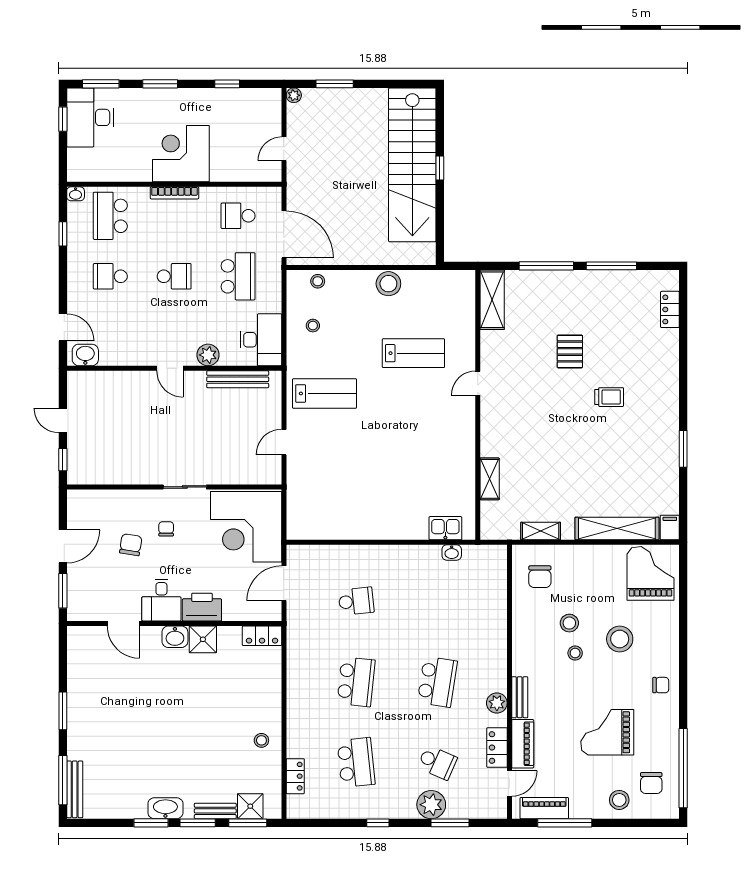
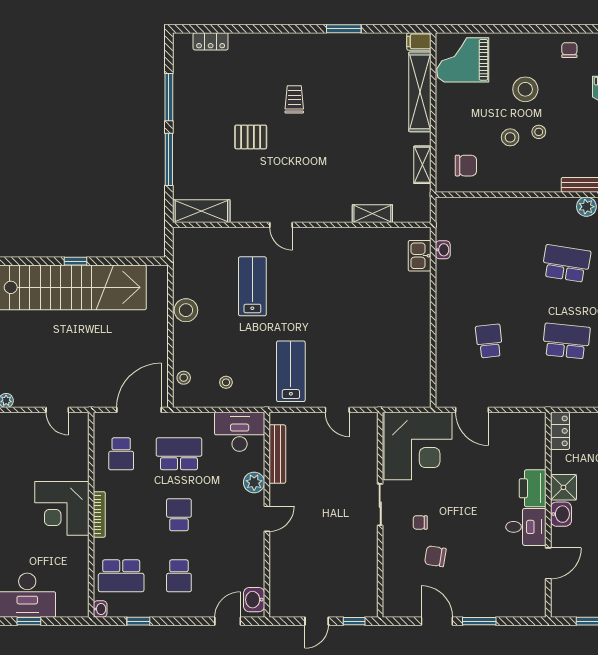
desk: (161, 600) -> (526, 527), moved
printer: (202, 607) -> (533, 488), moved
door: (123, 623) -> (548, 563), moved
wall: (174, 623) -> (548, 515), moved
locker: (262, 636) -> (560, 431), moved
washbasin: (175, 637) -> (561, 514), moved
shower: (203, 639) -> (563, 487), moved

